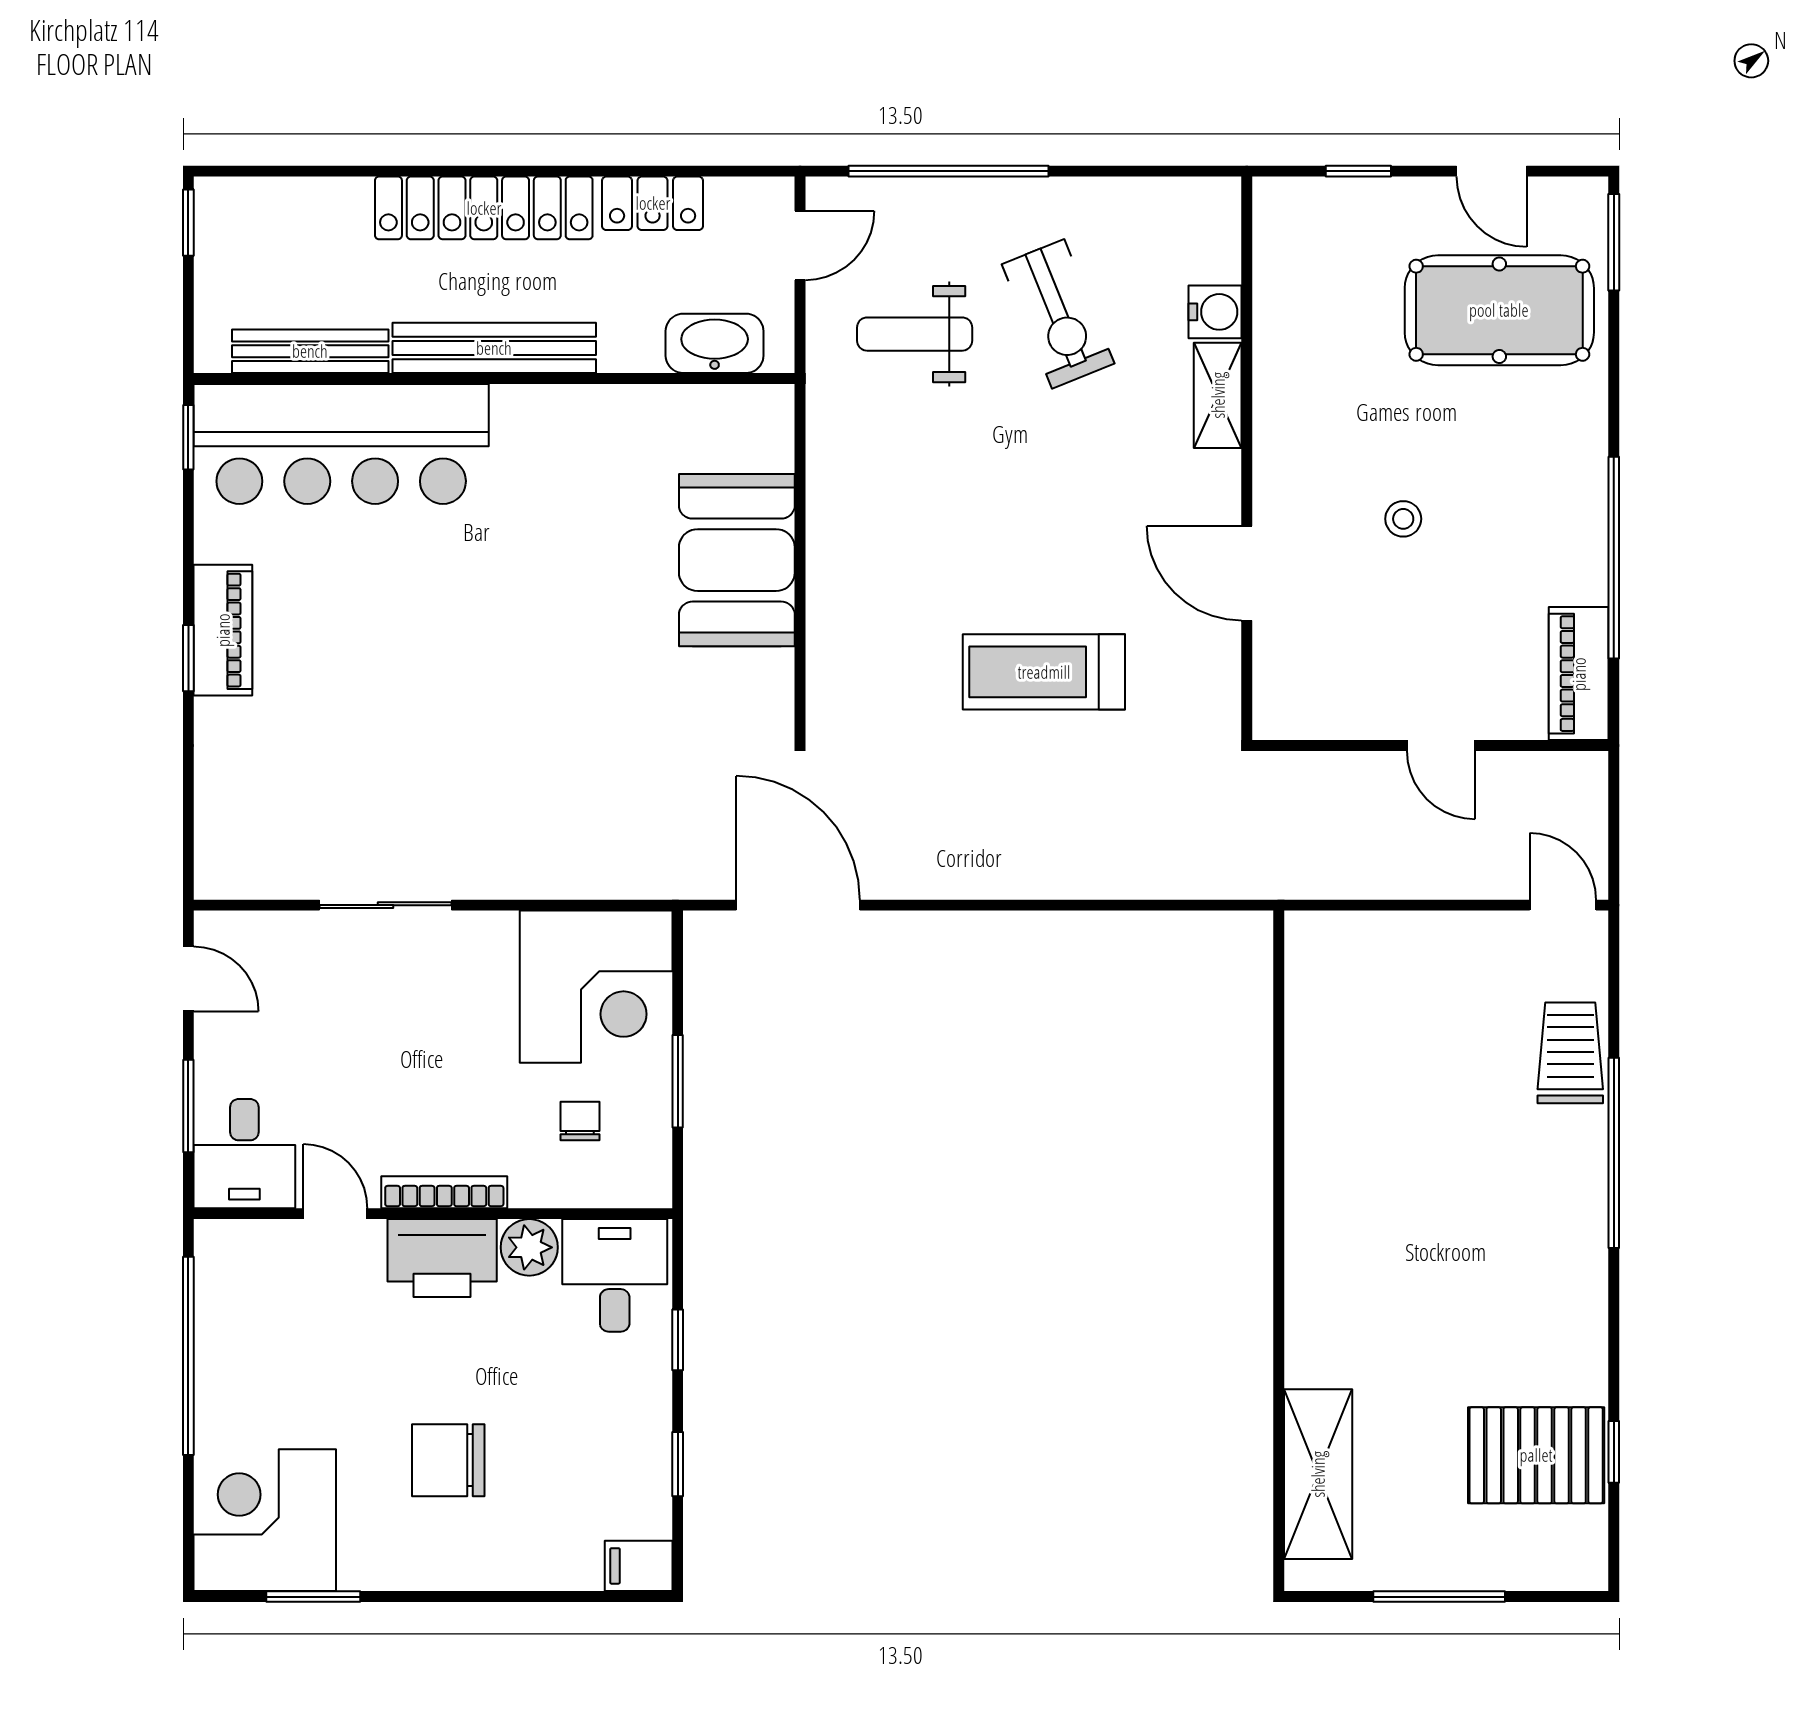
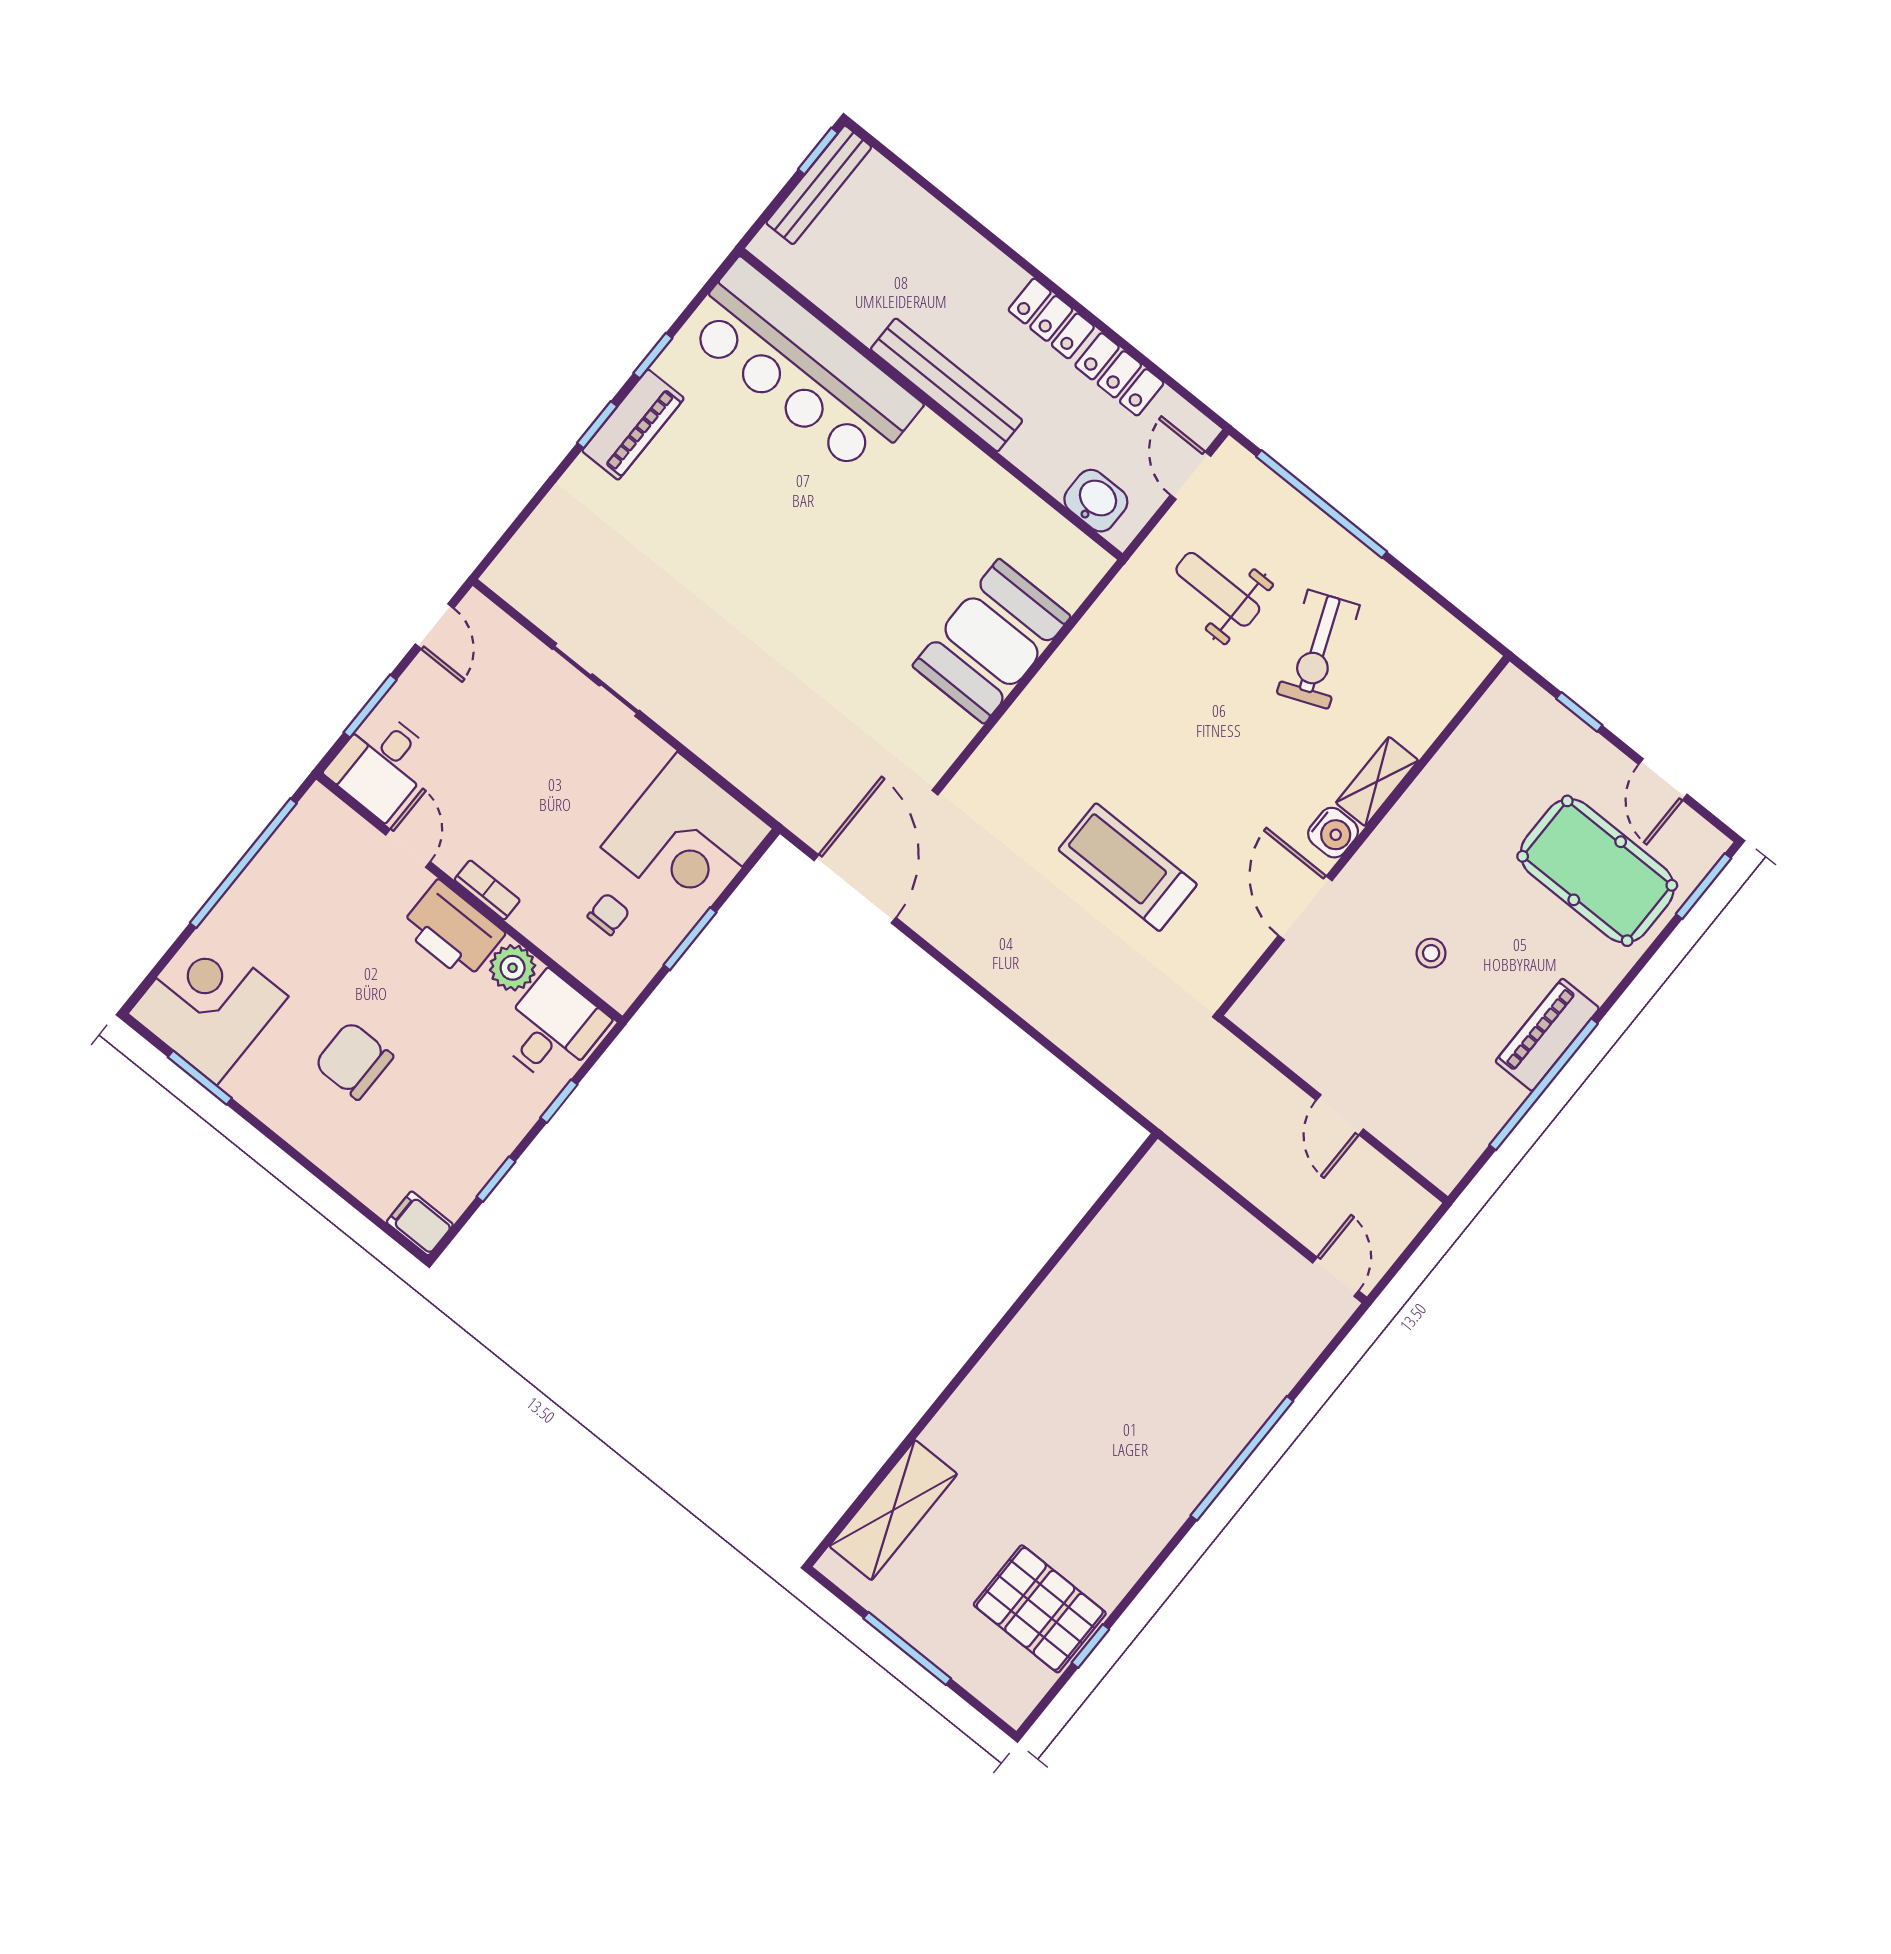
locker: (484, 208) -> (1051, 318), width x0.46, depth x0.83
door: (800, 245) -> (1191, 476), swing flipped
water cooler: (1215, 312) -> (1333, 833), moved
washbasin: (715, 343) -> (1096, 501), width x0.72
bench: (310, 351) -> (819, 185), moved, turned 90
window: (188, 437) -> (653, 356), moved
piano: (1579, 674) -> (1547, 1035), moved
trolley: (1570, 1053) -> (1265, 1373), removed
bookcase: (444, 1192) -> (487, 890), width x0.64

